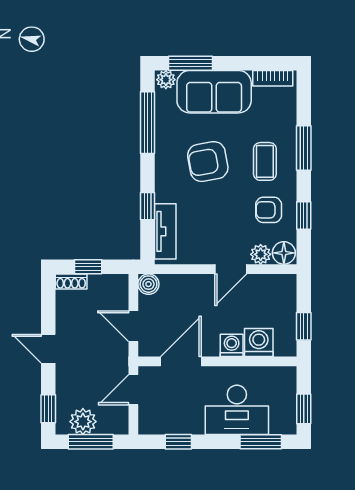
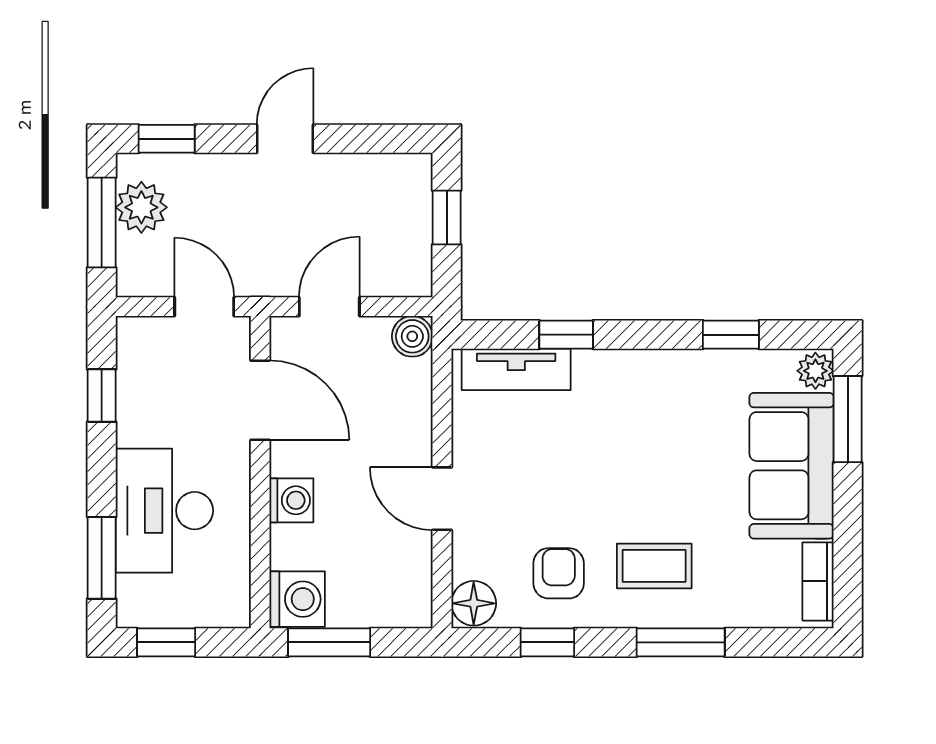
window: (148, 123) -> (731, 335), width x0.46
armchair: (208, 162) -> (654, 453), removed
plant: (261, 254) -> (471, 557), removed
shoe rack: (71, 281) -> (418, 184), removed
window: (304, 326) -> (329, 642), width x1.50
washing machine: (259, 342) -> (297, 599), moved

